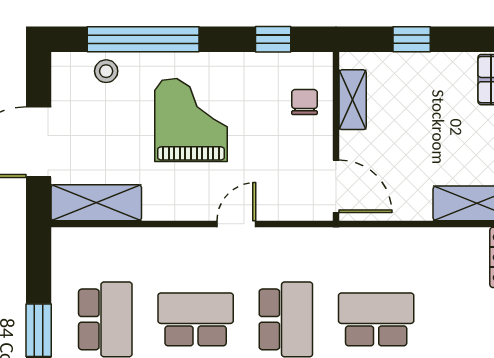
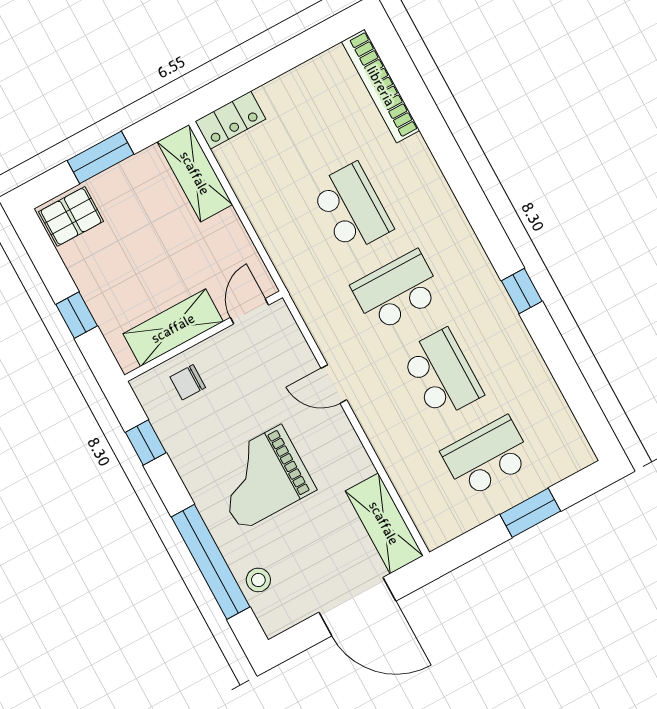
shelving: (353, 100) -> (173, 328), width x1.50, depth x1.33
door: (336, 186) -> (249, 311), width x0.73
school desk: (196, 319) -> (442, 374), turned 180
school desk: (376, 319) -> (352, 208), turned 180

